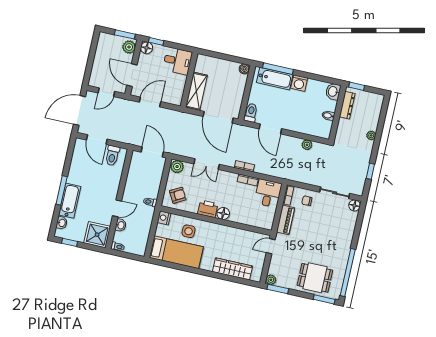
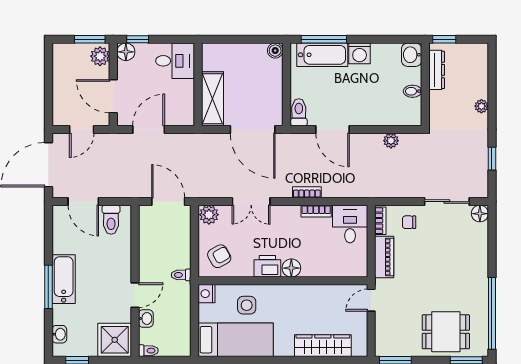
bathtub: (70, 201) -> (64, 279), moved
plant: (271, 280) -> (382, 349), removed

